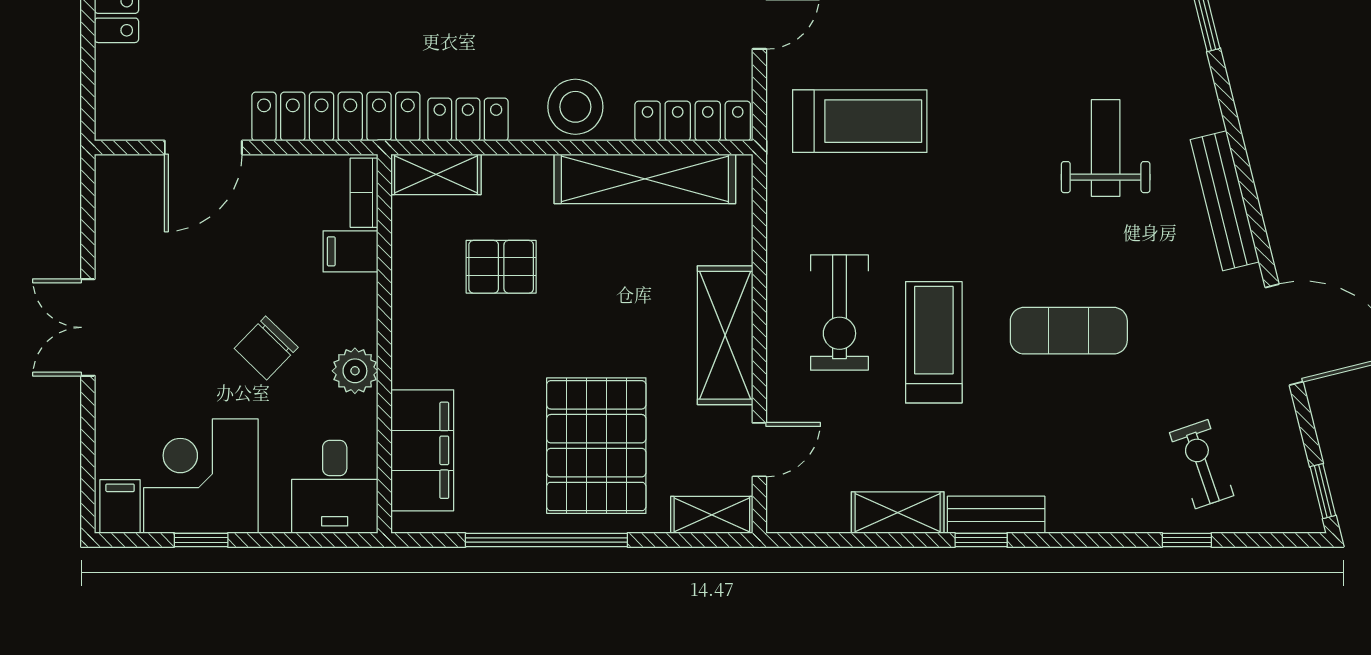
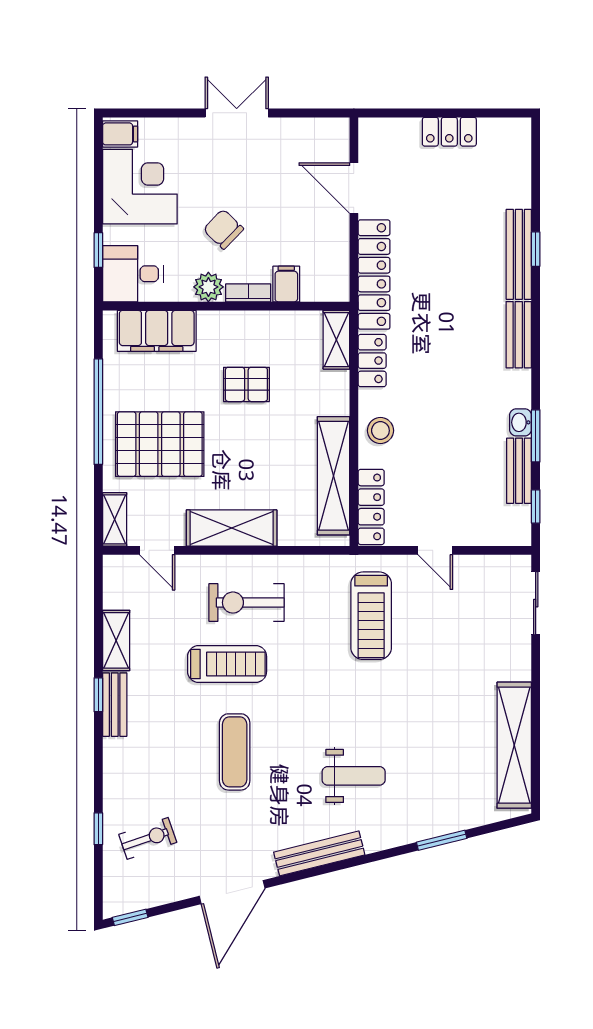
stool: (575, 107) -> (380, 431), width x0.73, depth x0.73
bookcase: (364, 193) -> (248, 293), moved
pallet: (501, 267) -> (246, 384), moved, turned 90
window: (201, 540) -> (98, 250), moved

